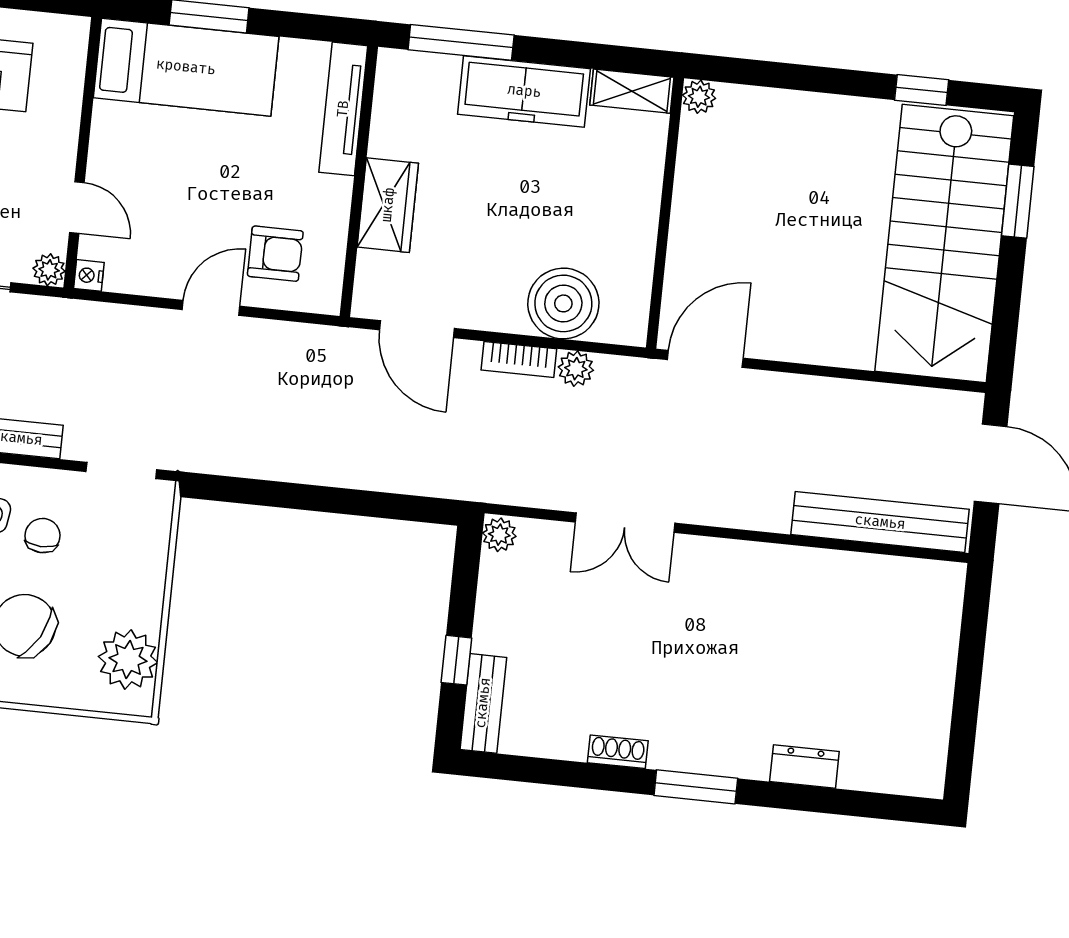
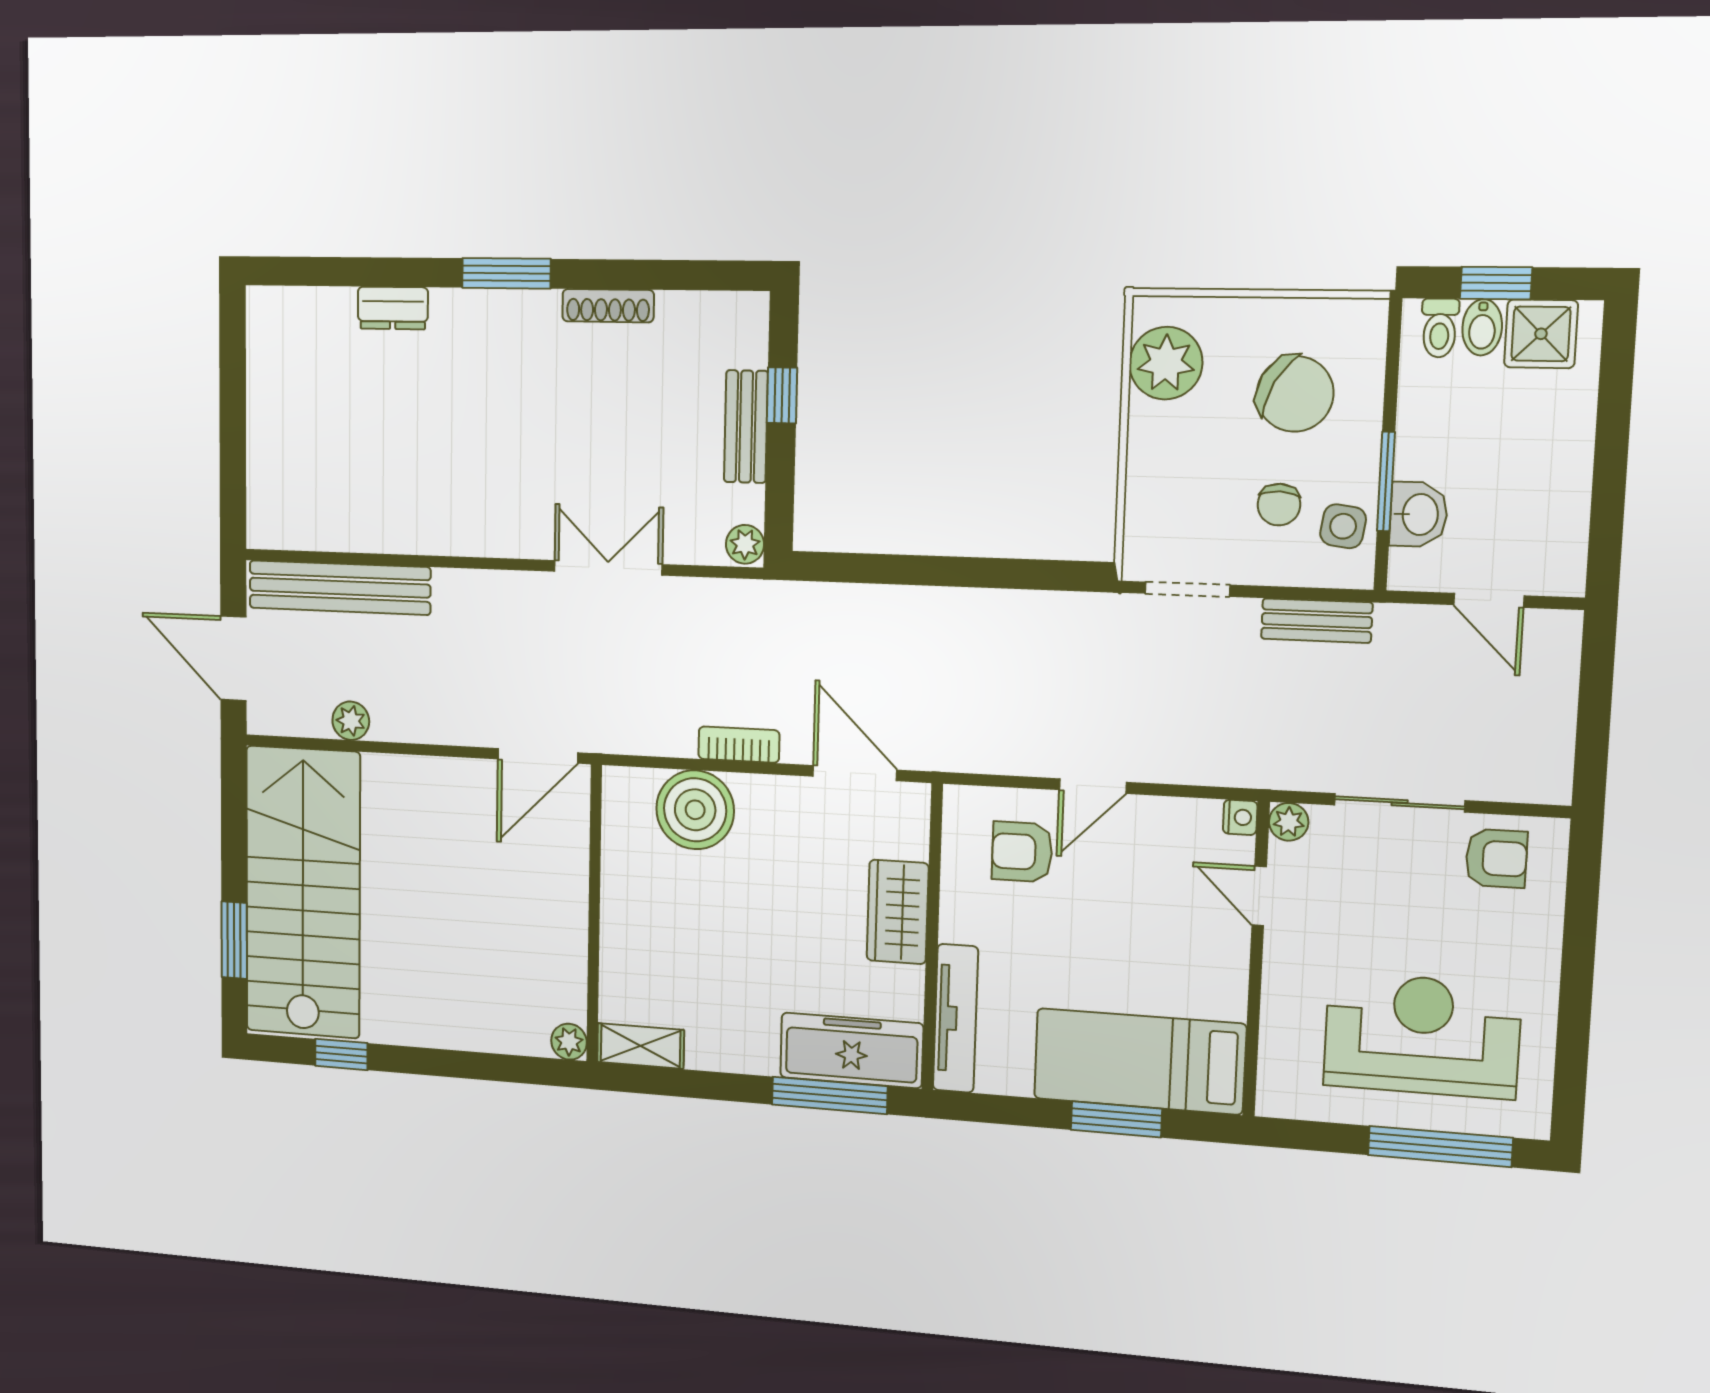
freezer: (524, 91) -> (851, 1050), moved
plant: (576, 369) -> (351, 721), moved
bench: (483, 703) -> (746, 427), moved
shoe rack: (618, 752) -> (608, 306), width x1.43

